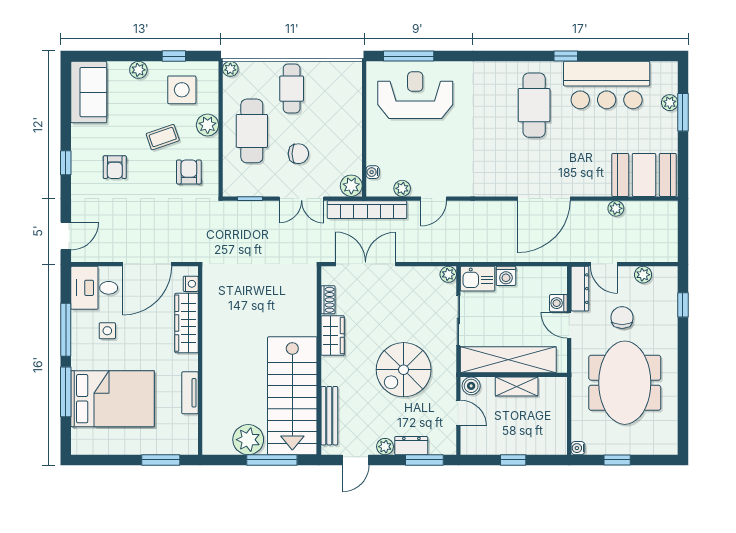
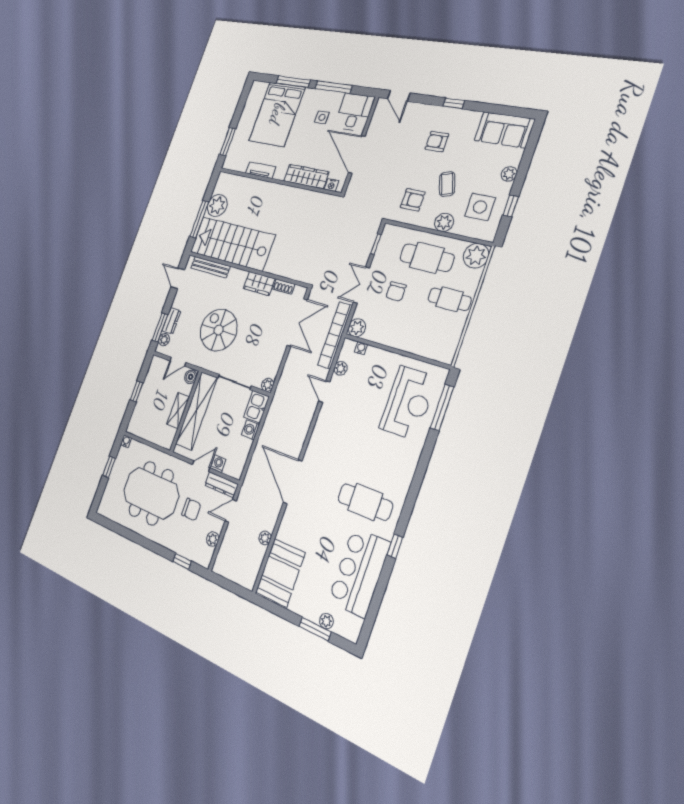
plant: (230, 69) -> (476, 256), width x1.87, depth x1.87
plant: (385, 447) -> (164, 340), moved

